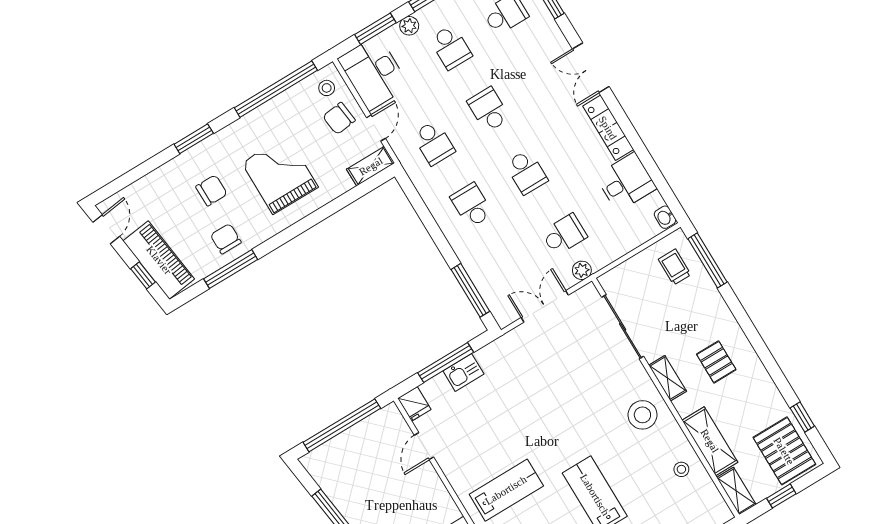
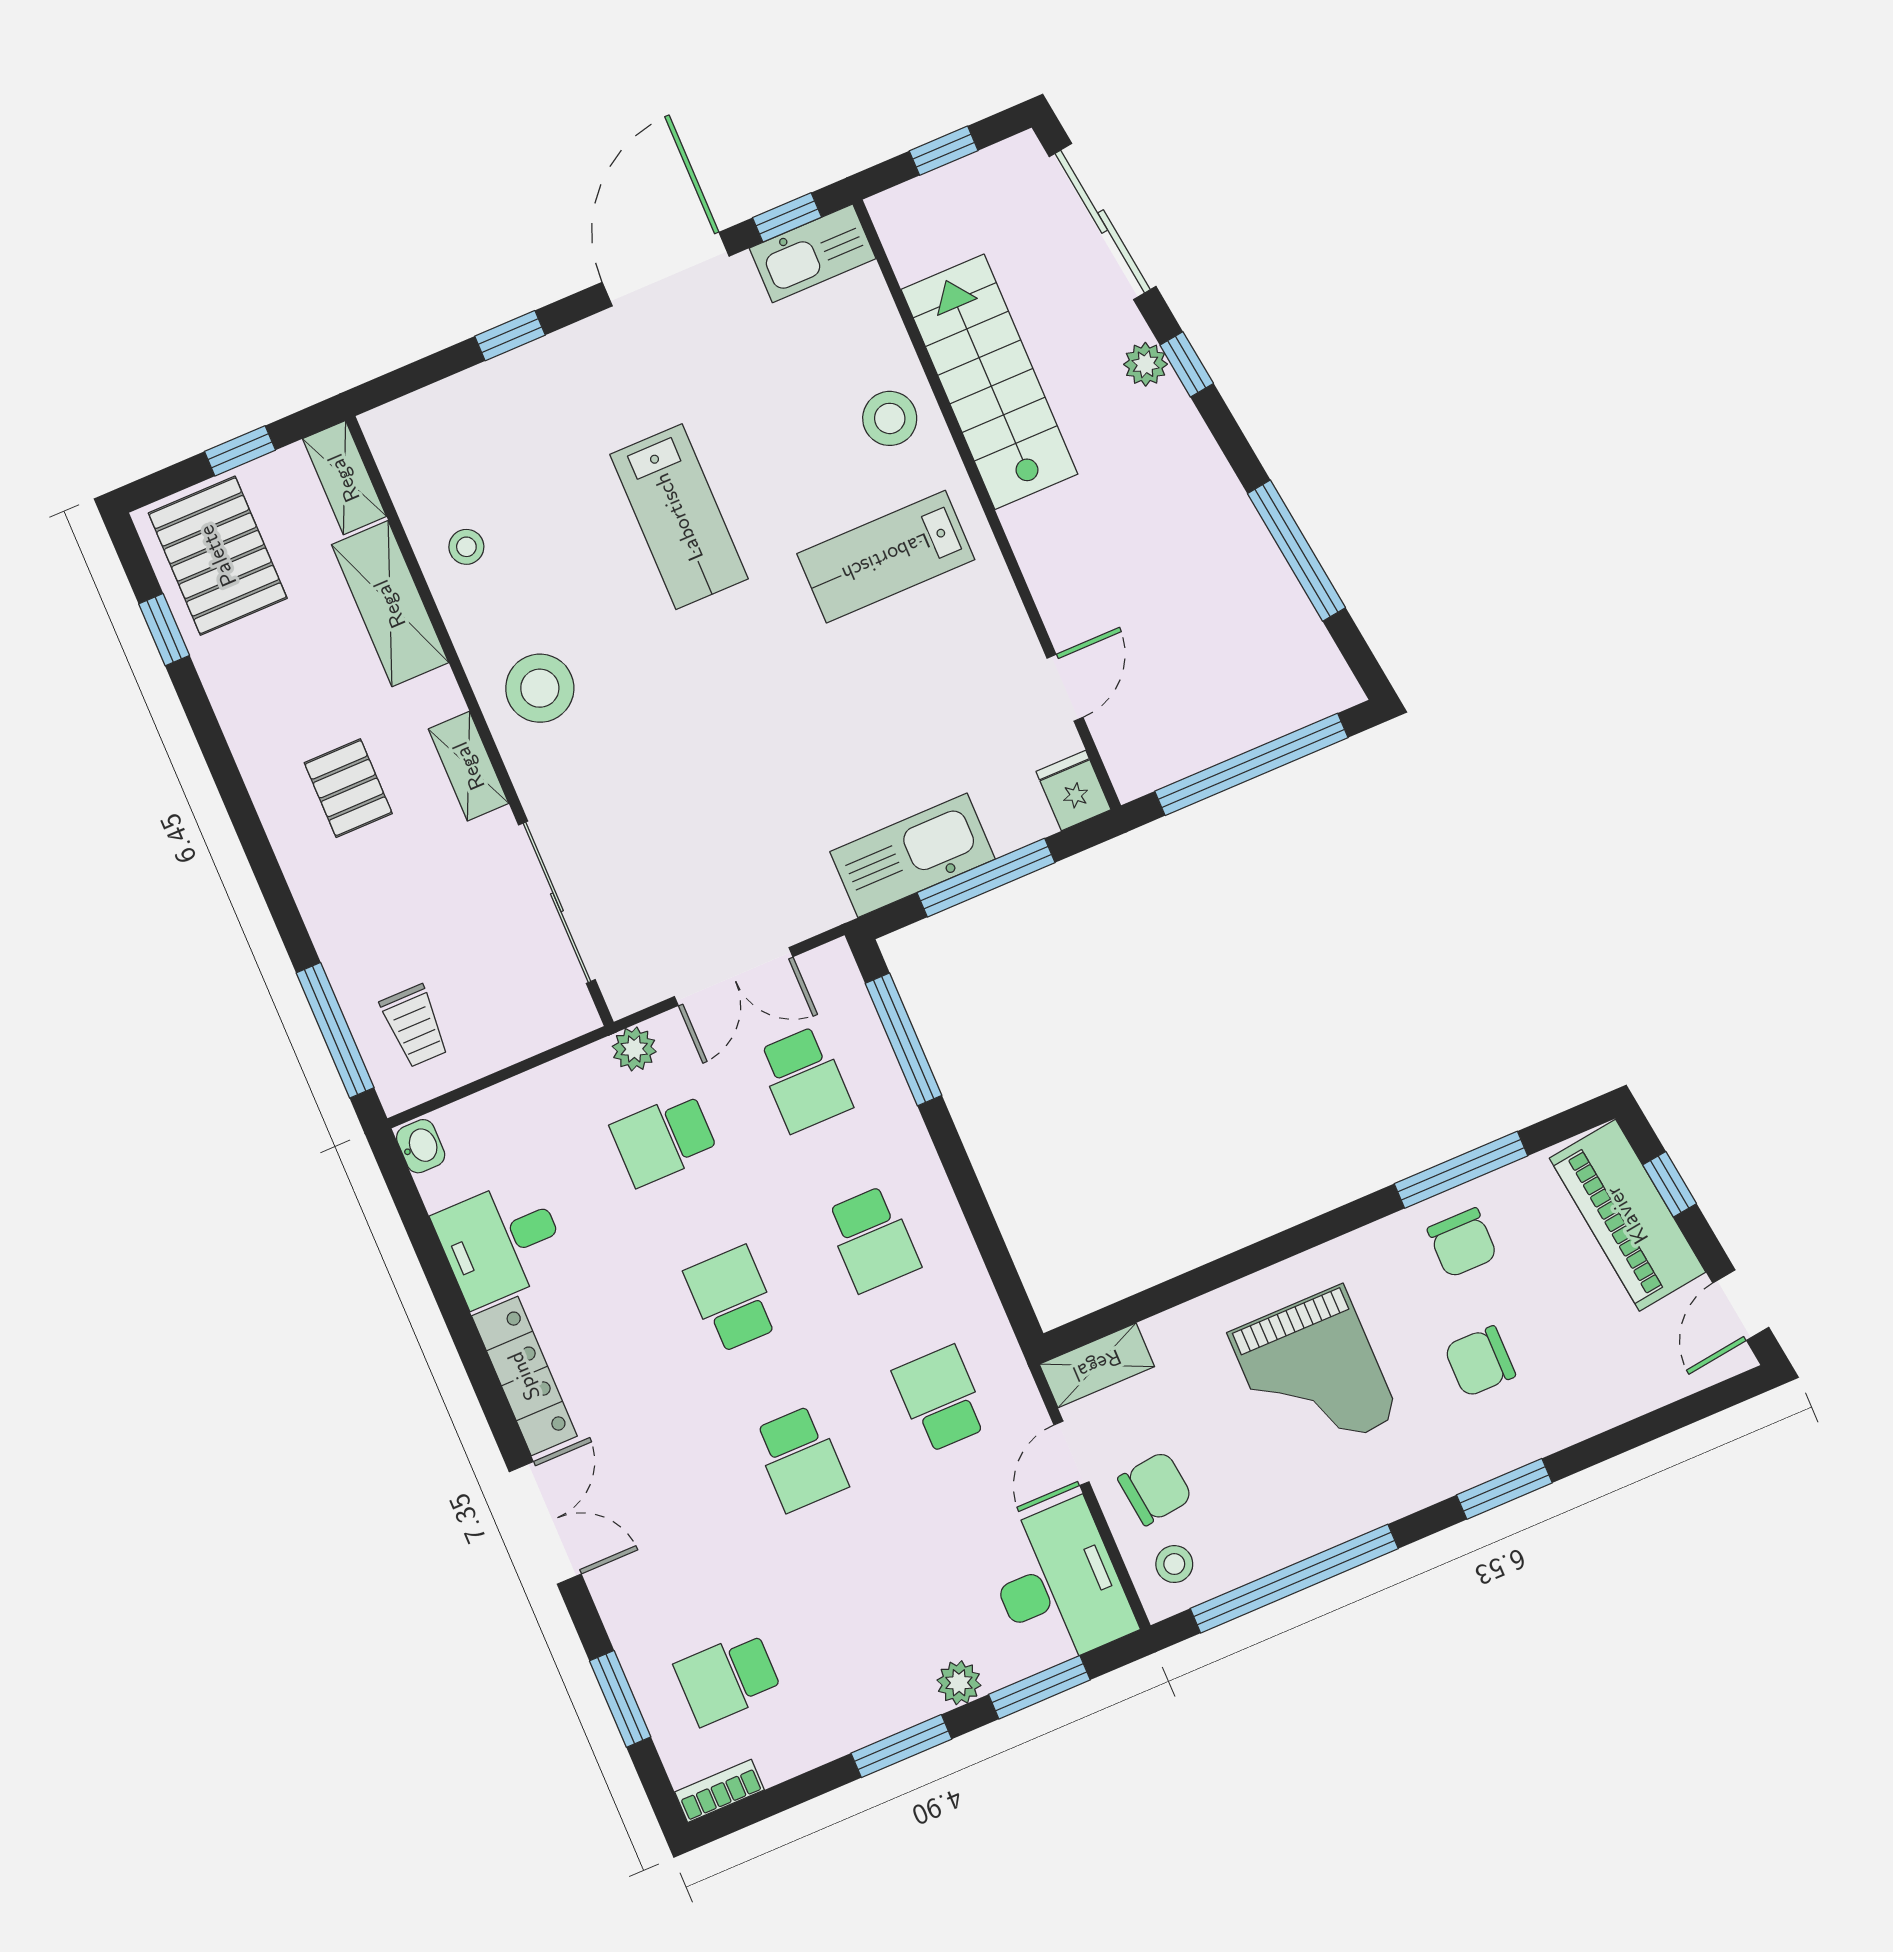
school desk: (451, 47) -> (804, 1079), moved, turned 180
kitchen sink: (463, 372) -> (913, 855), width x1.87, depth x1.24

